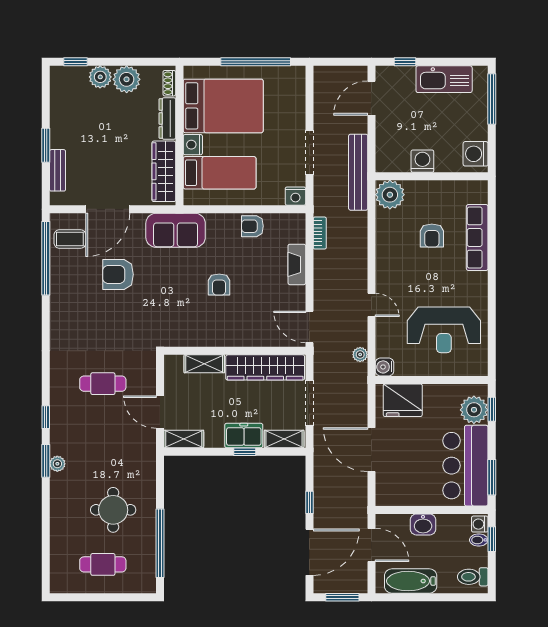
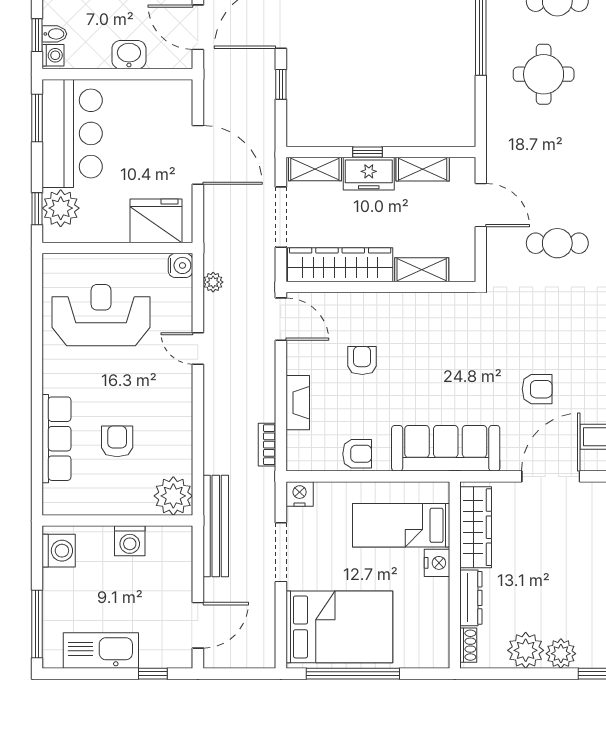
bed: (223, 106) -> (339, 627), moved, turned 180
sofa: (176, 230) -> (446, 448), width x1.36
armchair: (118, 274) -> (537, 389), width x0.72, depth x0.72
armchair: (219, 284) -> (362, 361), moved
shelving: (184, 439) -> (423, 169), moved

